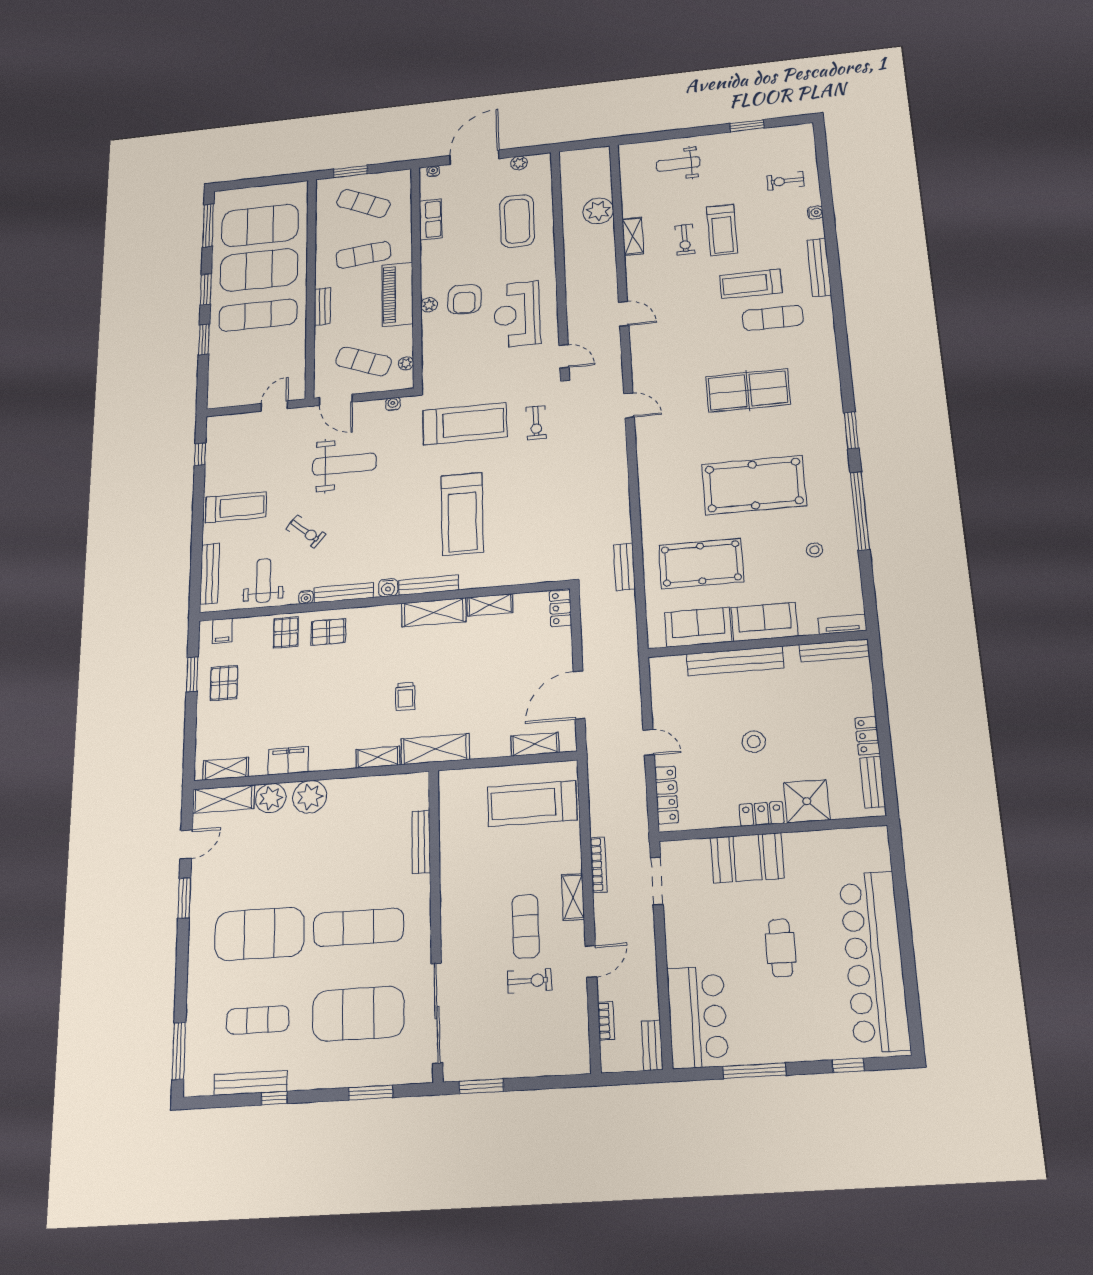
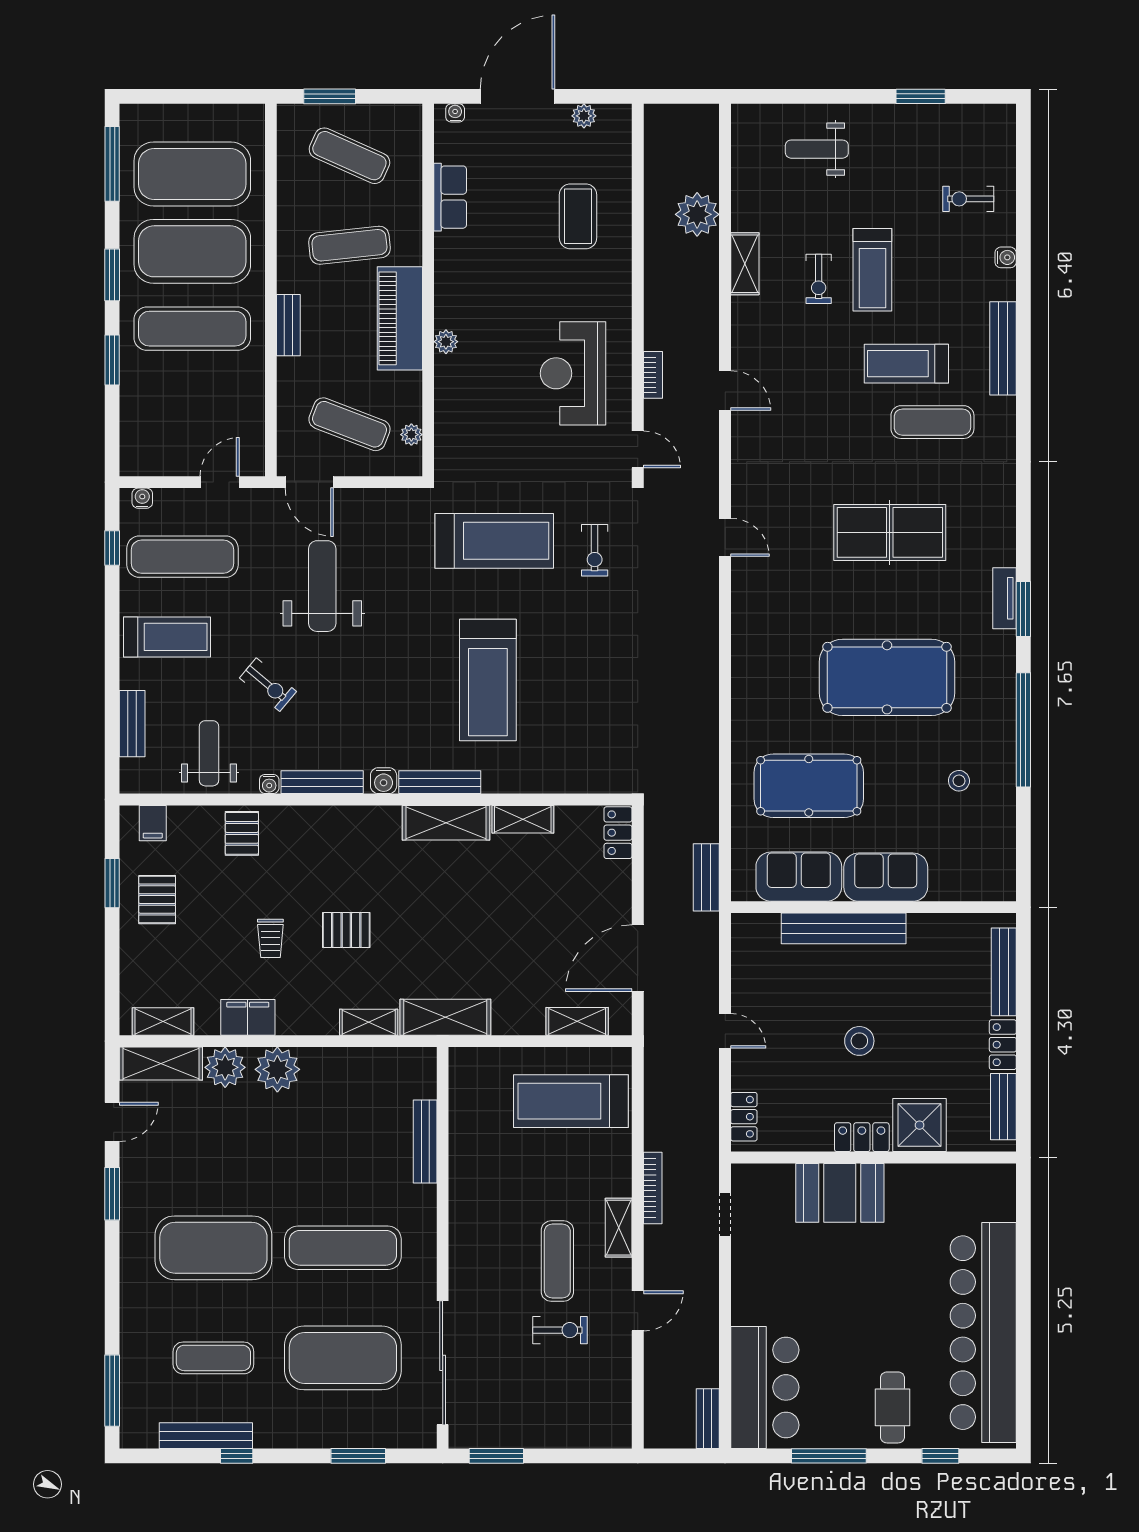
coffee table: (517, 221) -> (578, 216), width x0.73, depth x0.76
armchair: (464, 299) -> (498, 339), removed
water cooler: (393, 404) -> (142, 498), moved
exercise mat: (248, 455) -> (183, 557), added
weight bench: (344, 464) -> (322, 586), turned -90
bench: (624, 567) -> (706, 877), moved
bench: (210, 574) -> (132, 724), width x0.73
tv unit: (842, 624) -> (1004, 598), moved, turned -90
pallet: (328, 632) -> (346, 930), moved
bench: (834, 650) -> (1004, 972), moved, turned 90
trolley: (405, 696) -> (270, 938), moved
locker: (667, 795) -> (744, 1117), width x0.66
doorway: (657, 881) -> (725, 1215), width x0.73
cafe table: (781, 948) -> (892, 1407), moved
bookcase: (606, 1021) -> (653, 375), moved

